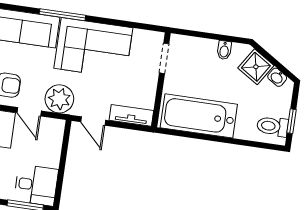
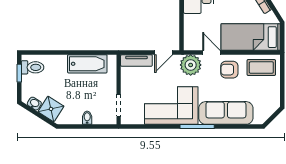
bidet: (224, 50) -> (87, 118), moved
bathtub: (199, 116) -> (87, 64), width x0.73, depth x0.73
door: (93, 121) -> (164, 52), swing flipped

